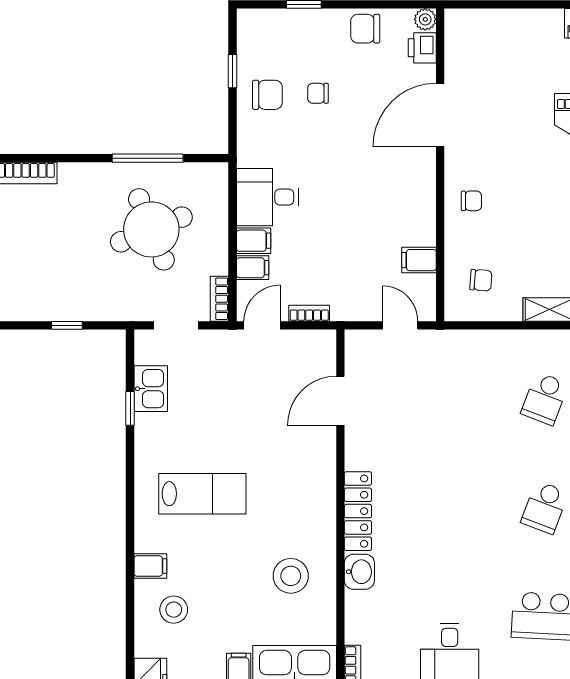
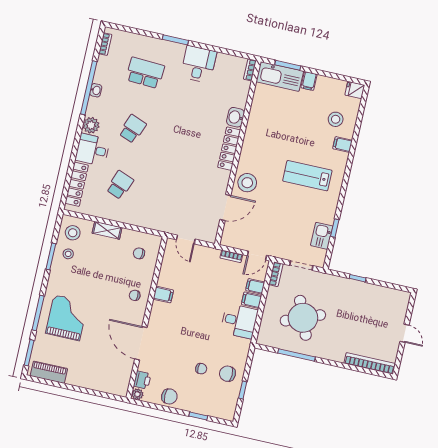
door: (440, 115) -> (141, 343), swing flipped
filing cabinet: (419, 260) -> (163, 295), moved
stool: (291, 576) -> (247, 183), moved

